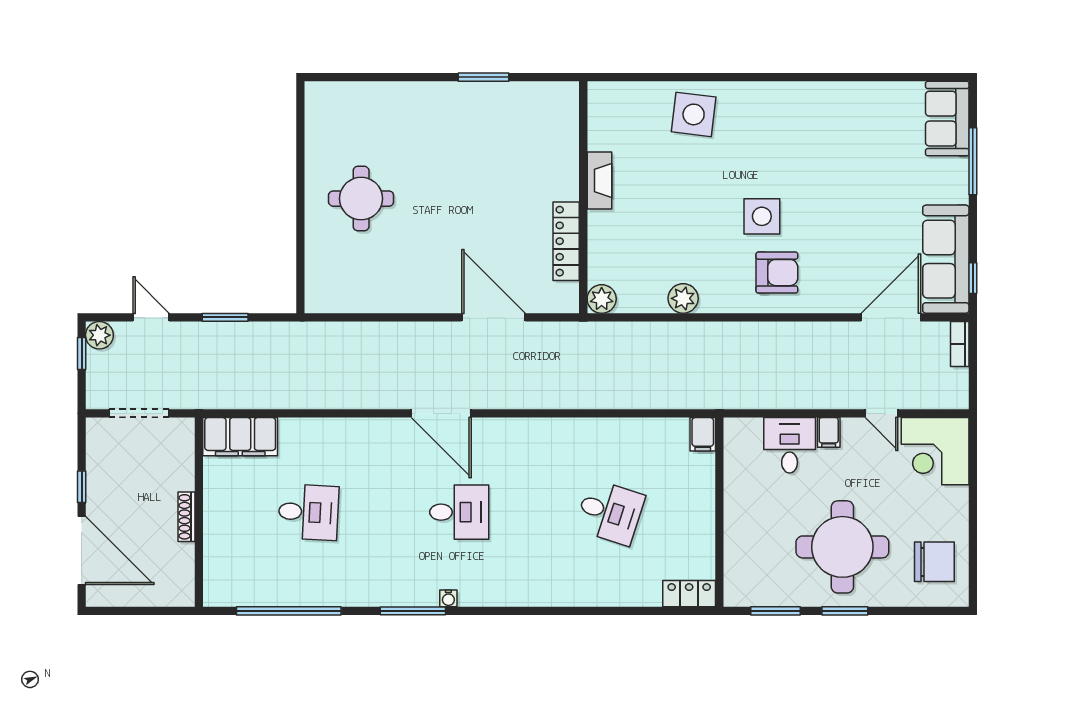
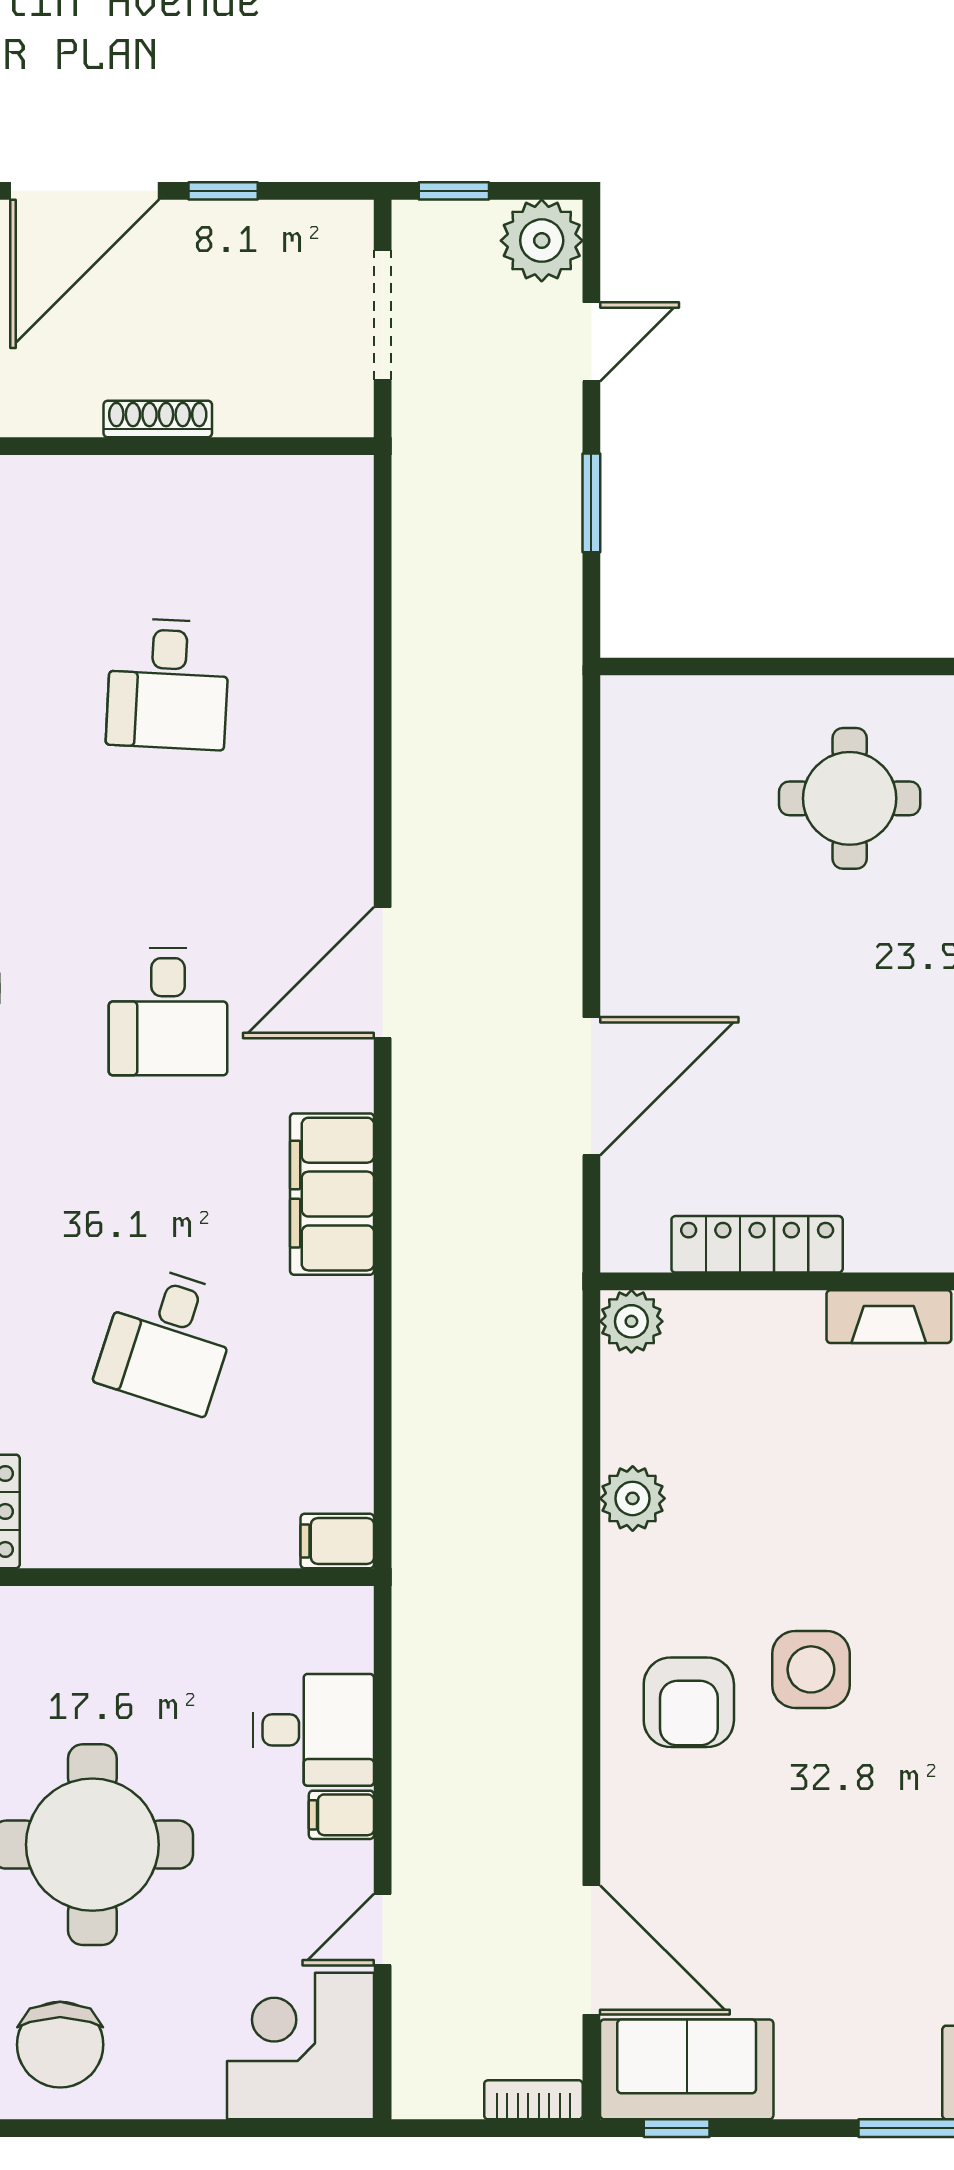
sofa: (946, 259) -> (687, 2069), width x0.73
plant: (99, 335) -> (542, 241), width x1.36, depth x1.36
window: (82, 354) -> (454, 191), moved
filing cabinet: (240, 437) -> (332, 1194), moved

